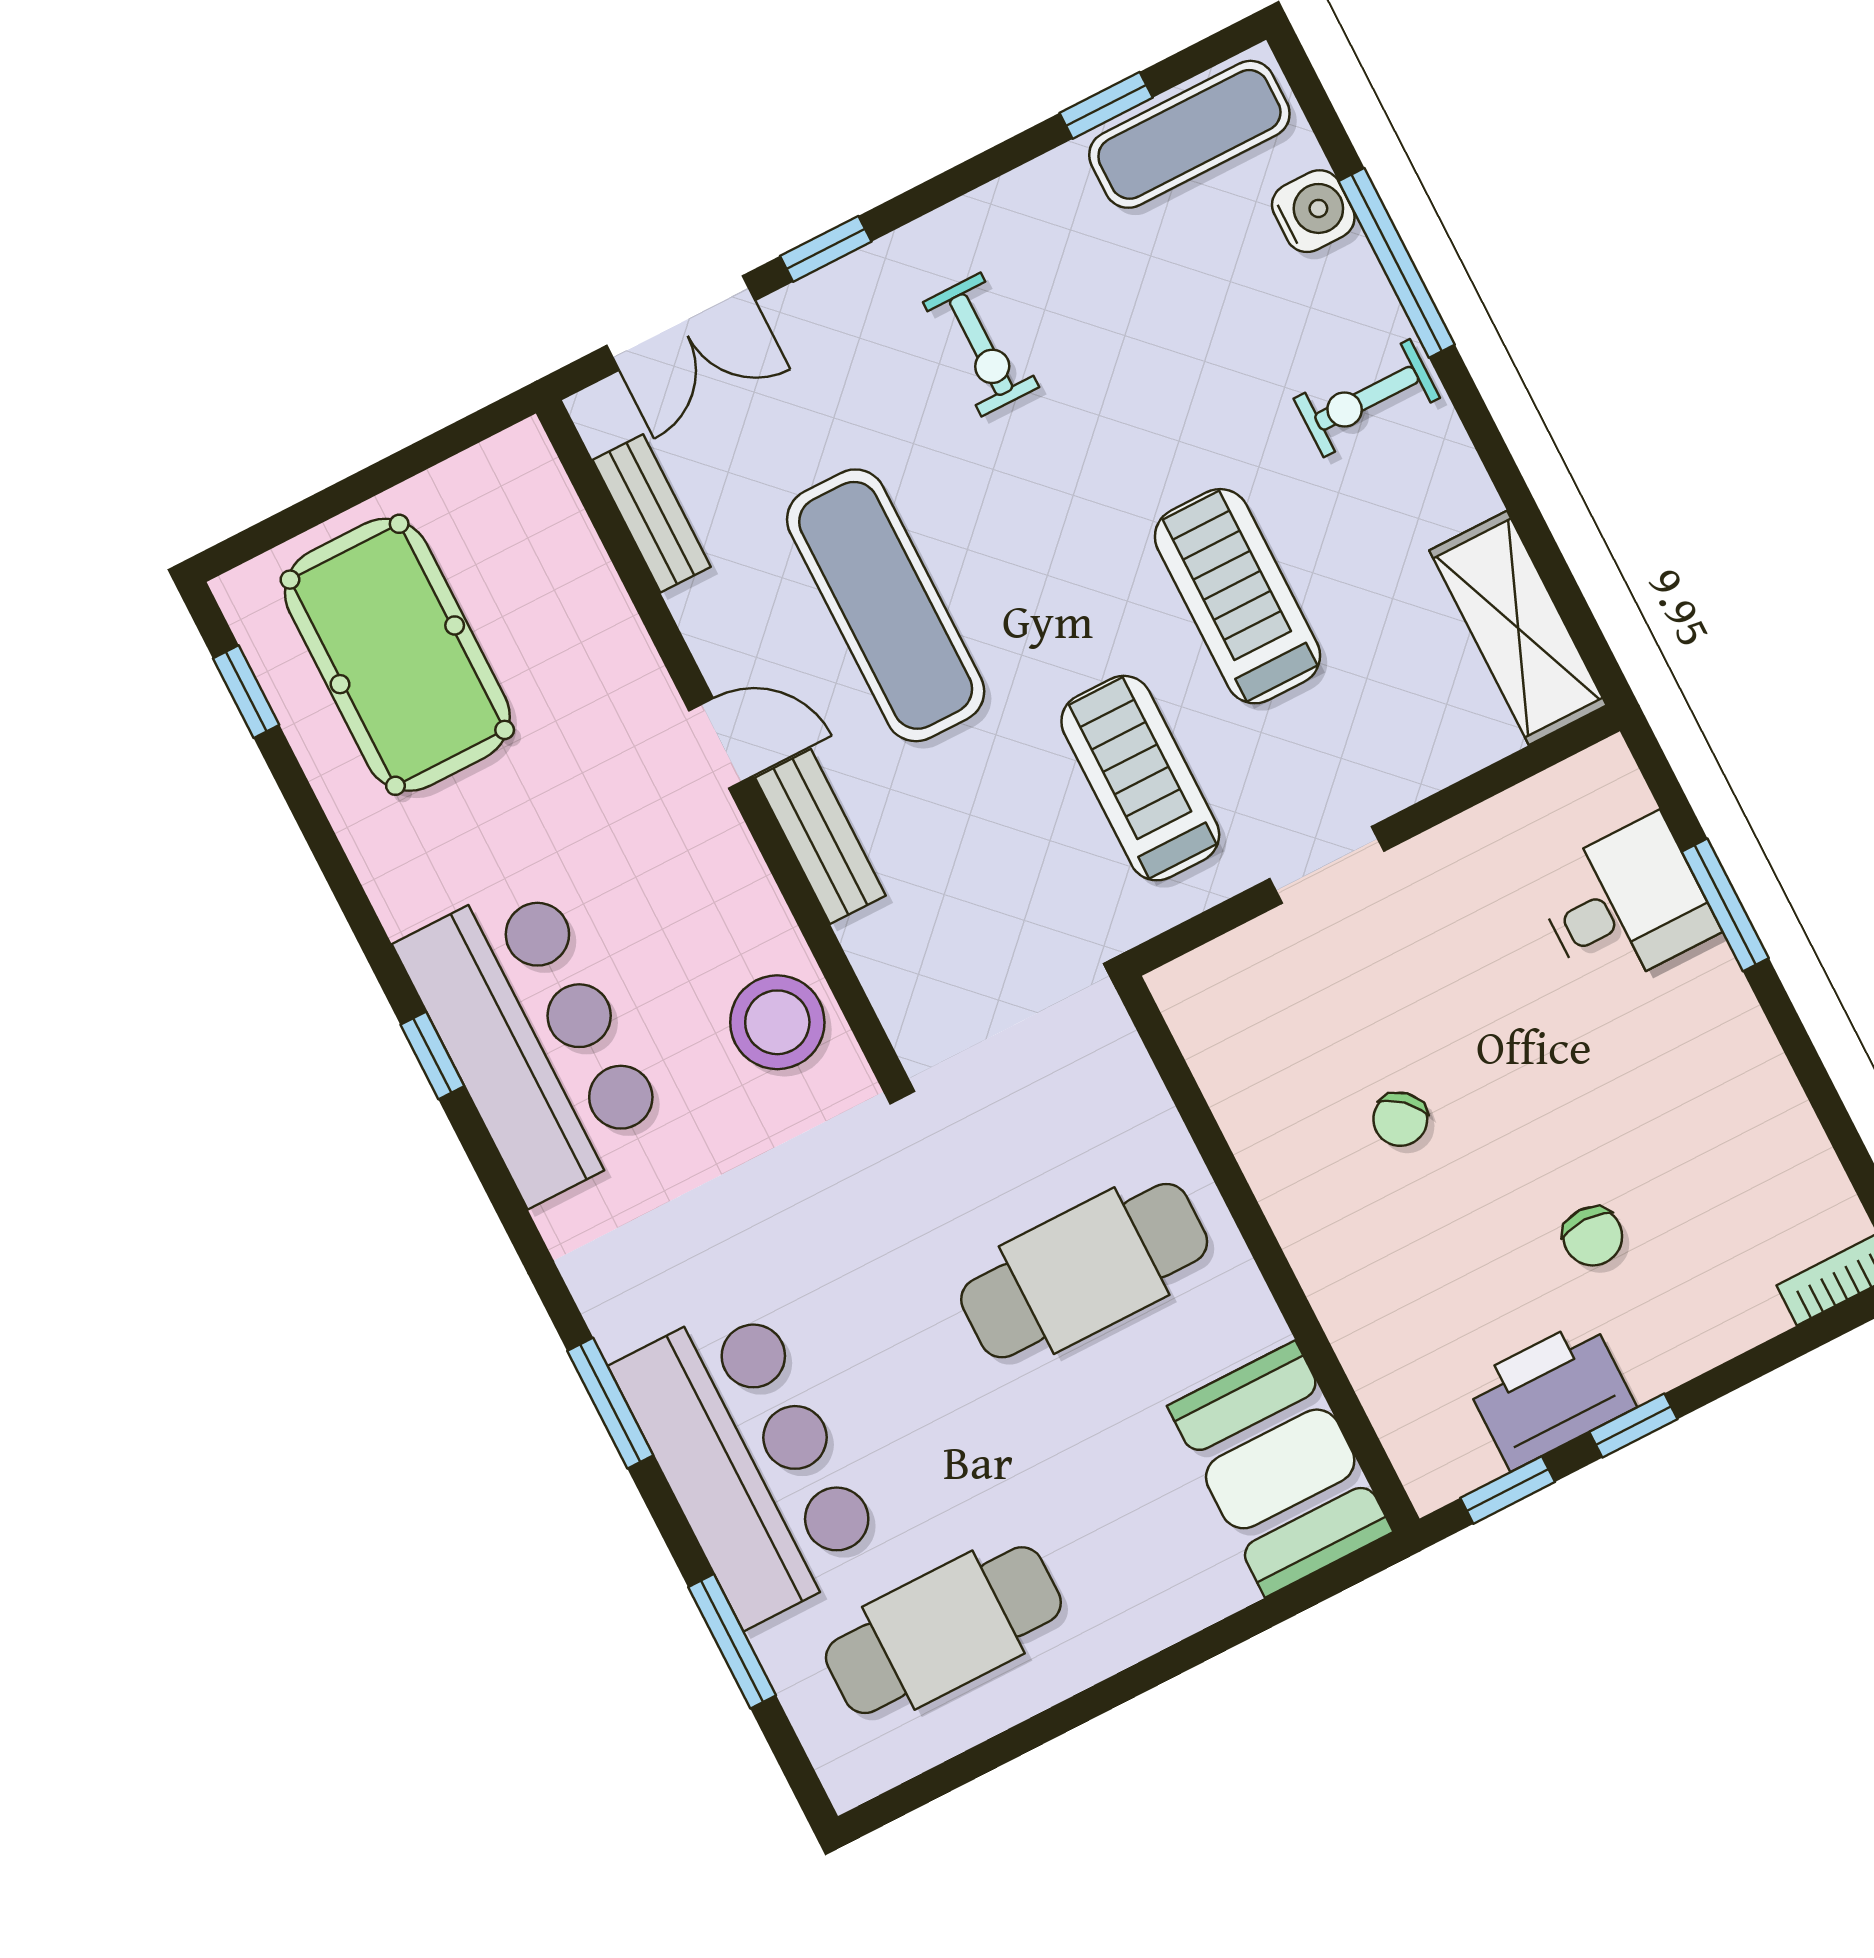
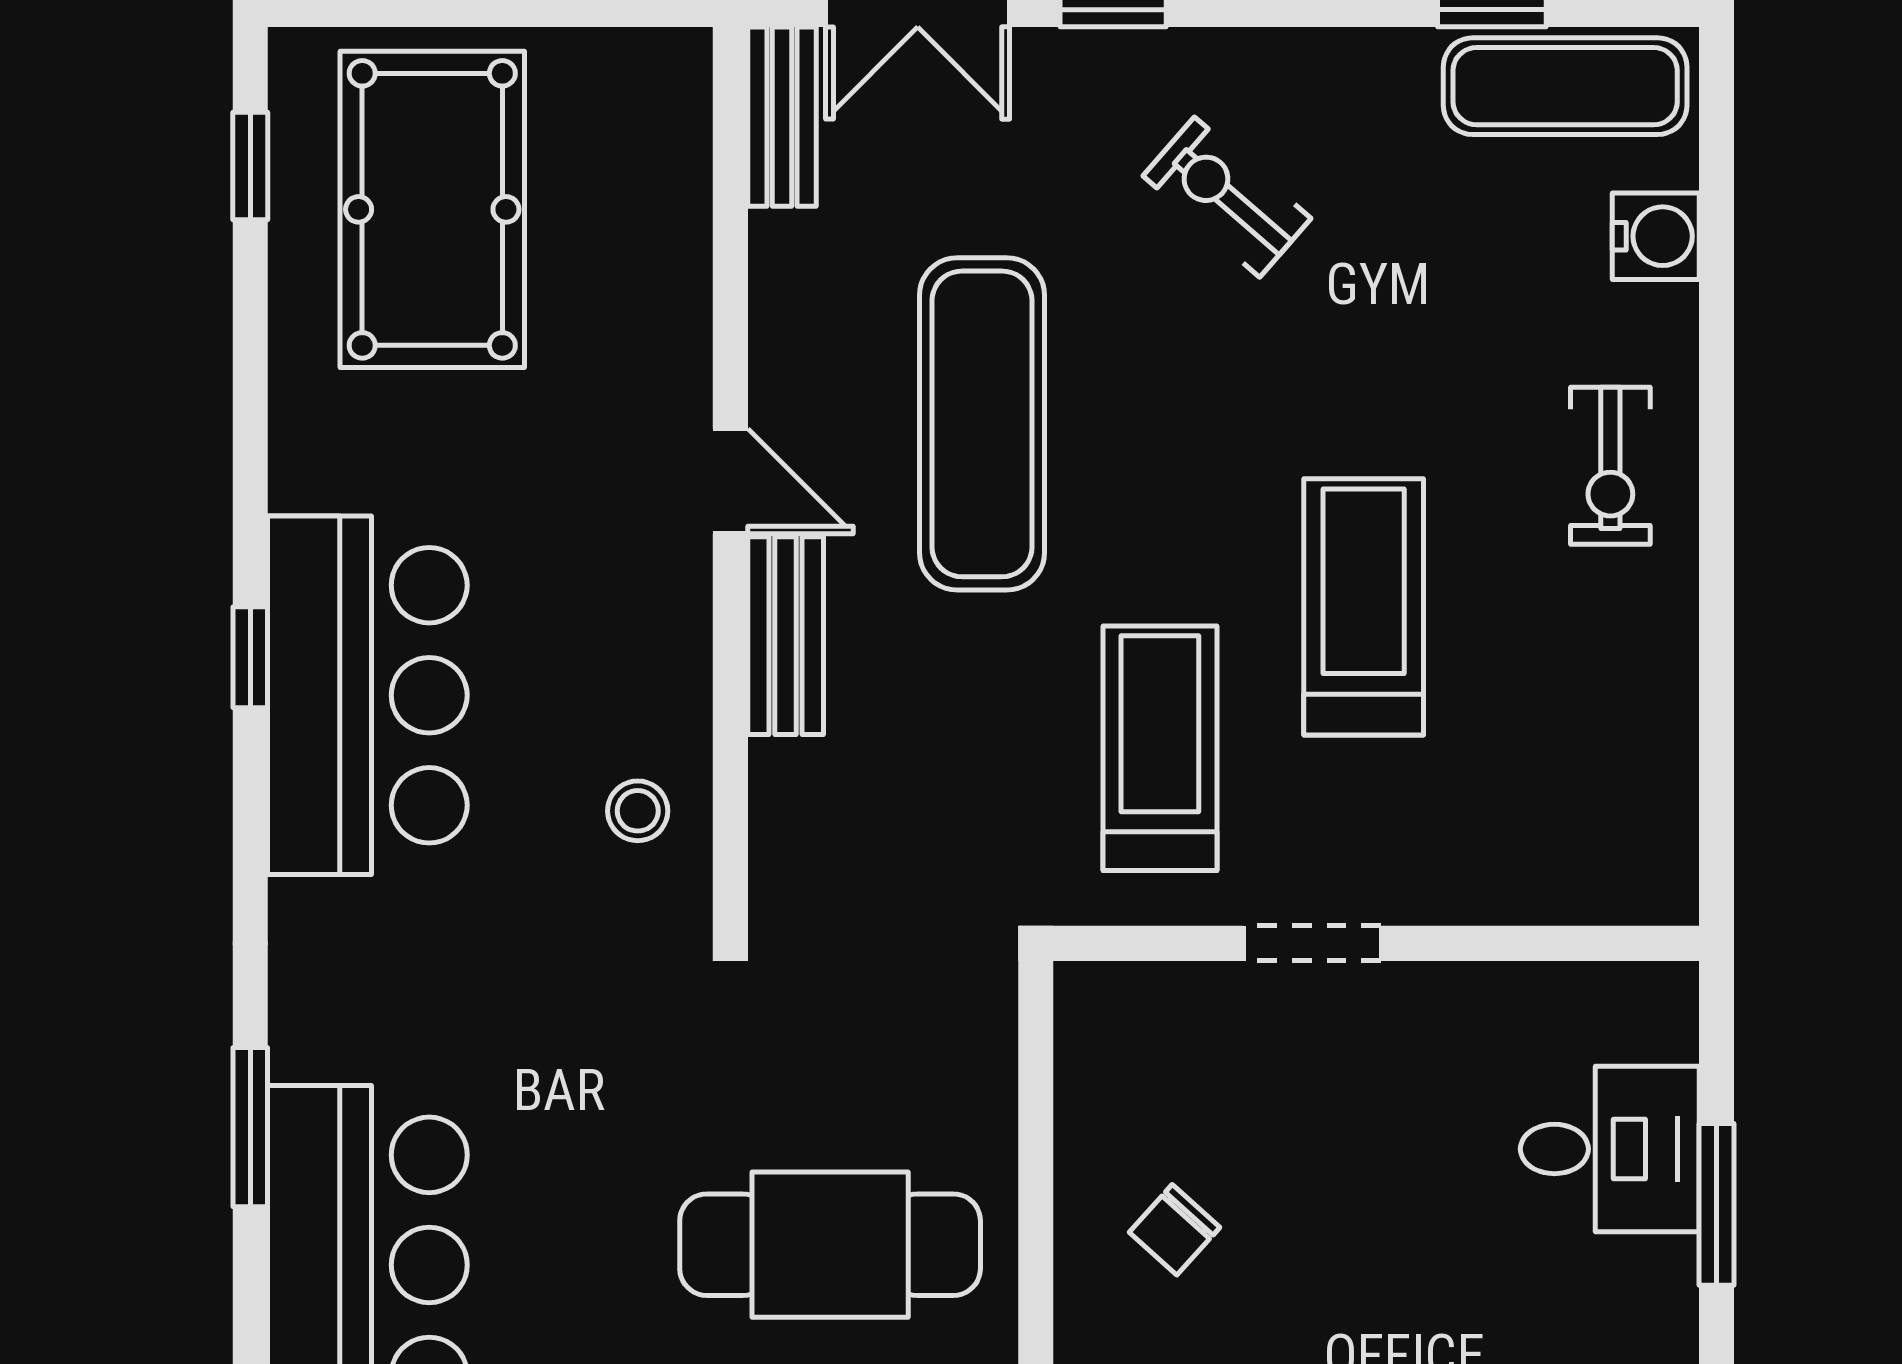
window: (1397, 263) -> (1717, 337), removed
exercise bike: (981, 345) -> (1227, 197), turned 131
exercise bike: (1367, 398) -> (1610, 466), turned -90
bench: (652, 513) -> (782, 117), moved
shelving: (1518, 628) -> (1646, 794), removed
stool: (777, 1022) -> (638, 811), width x0.53, depth x0.53
chair: (1400, 1119) -> (1175, 1230), moved

